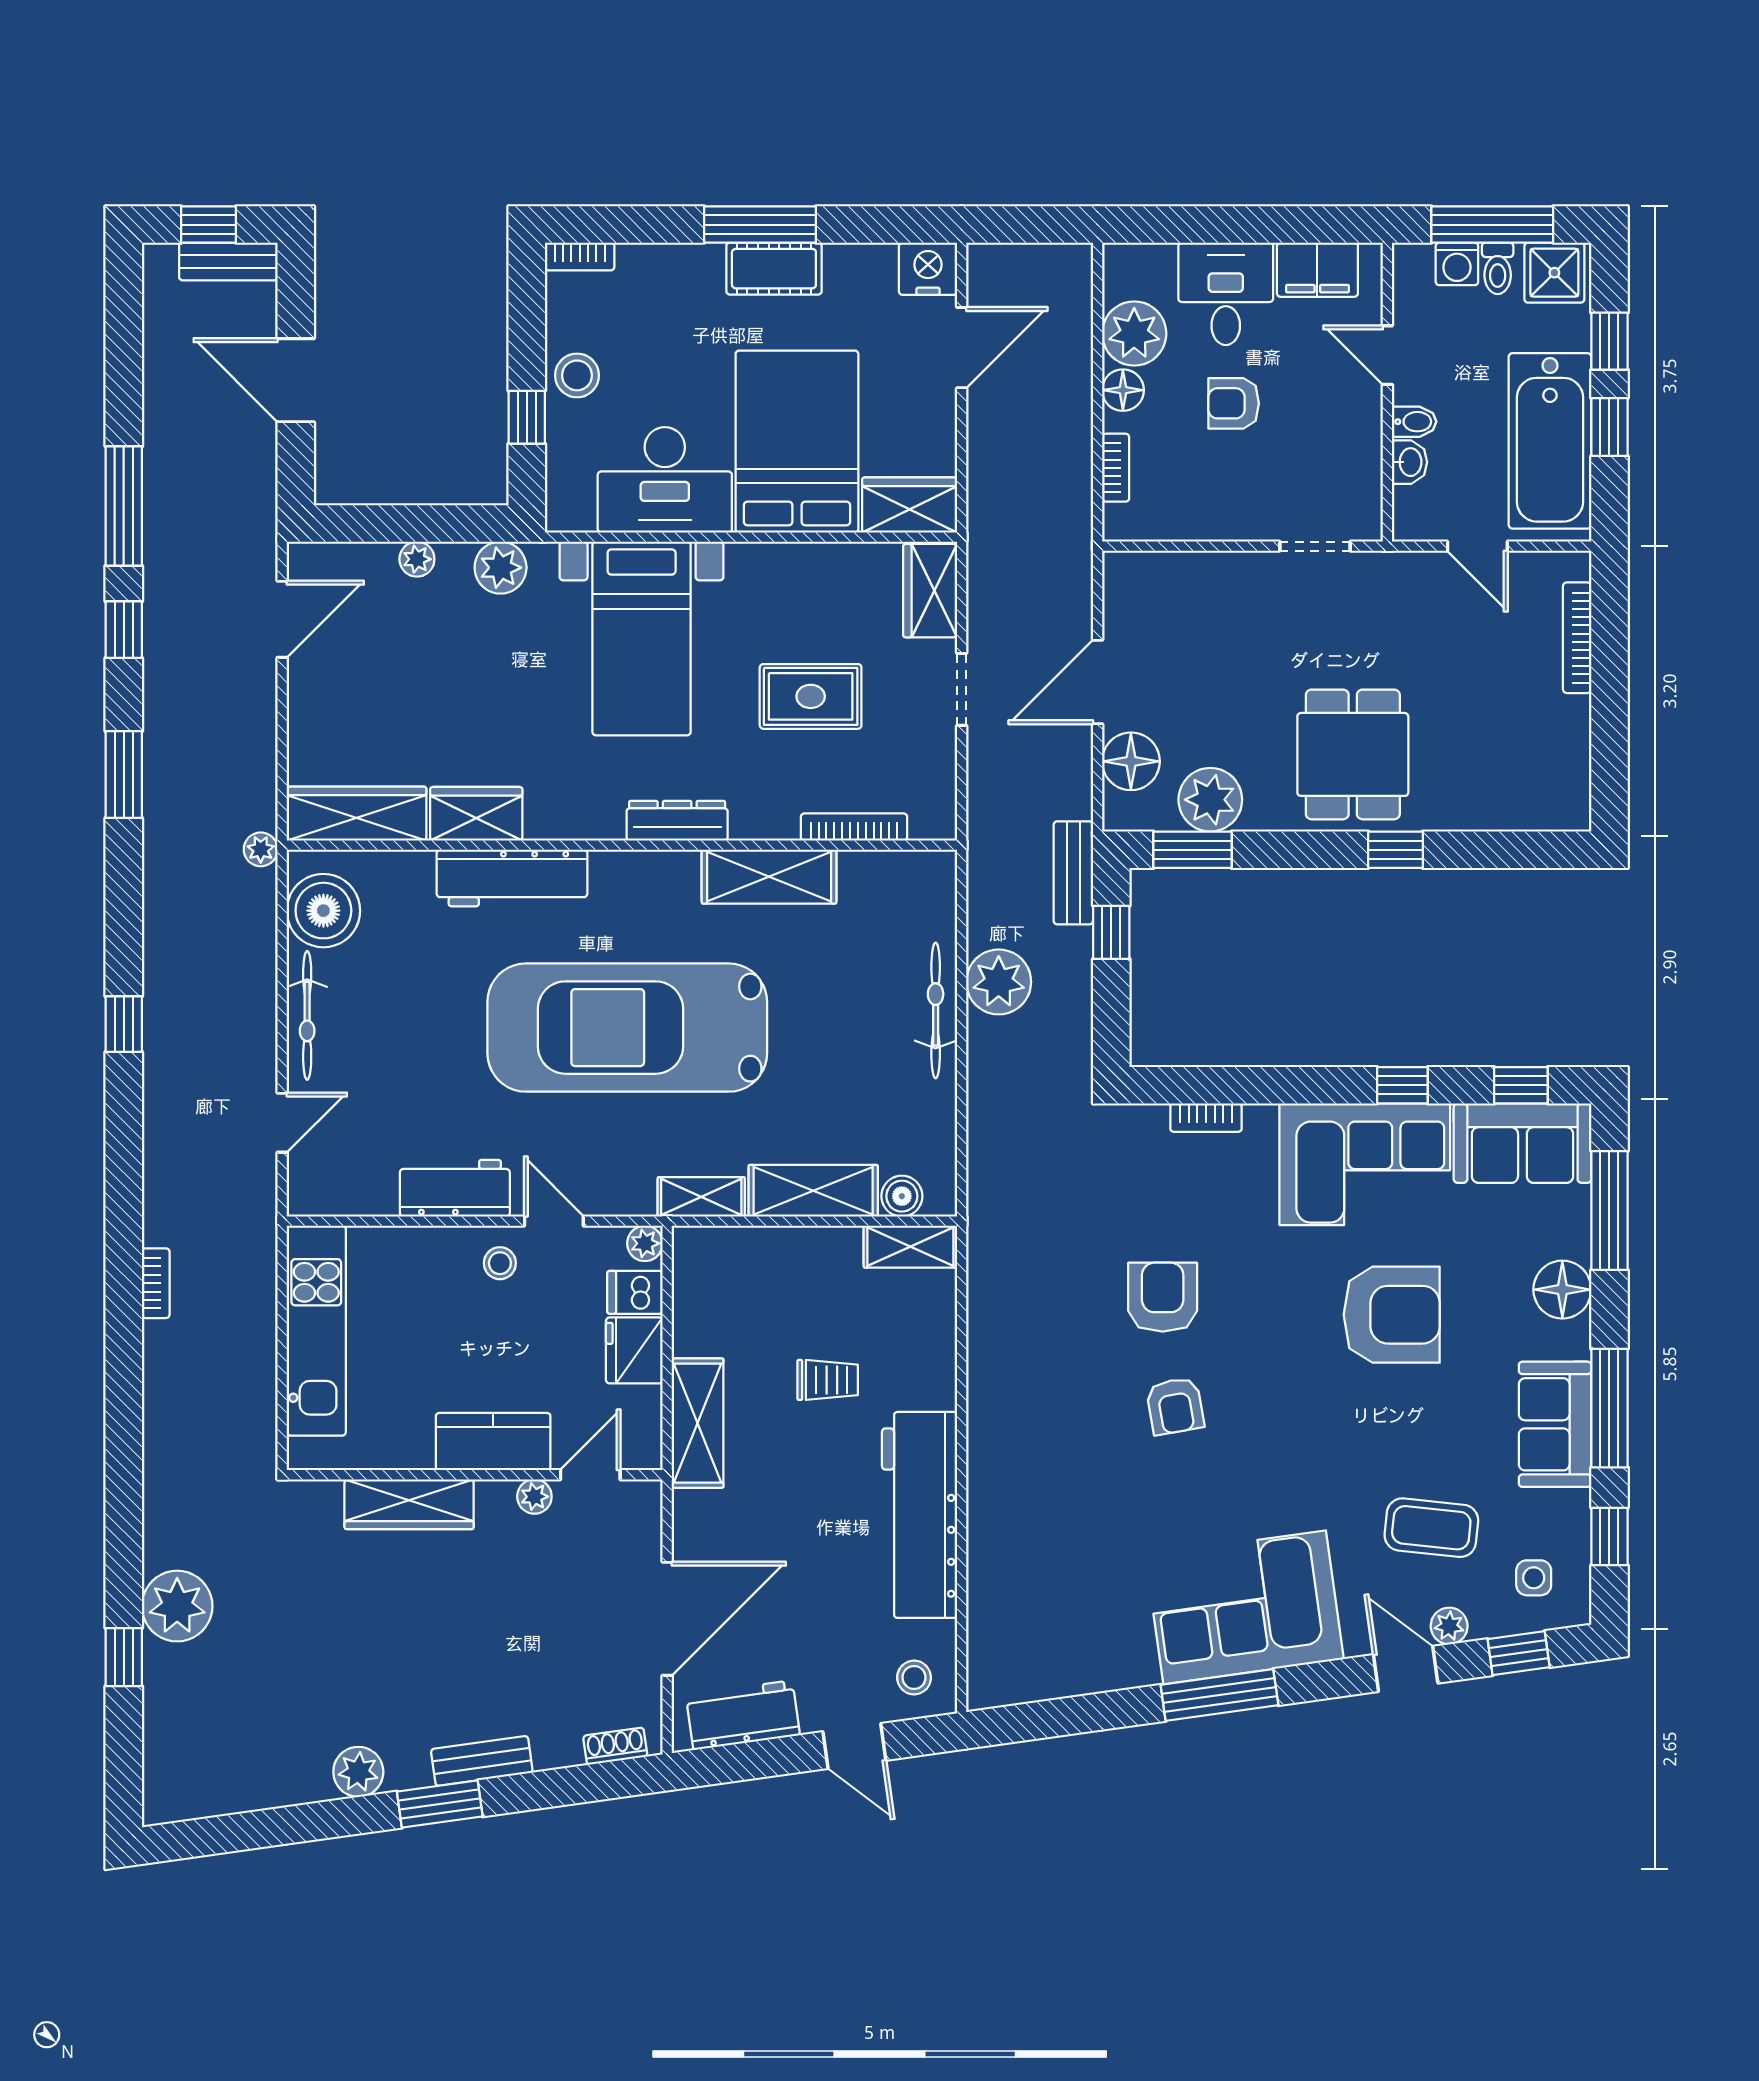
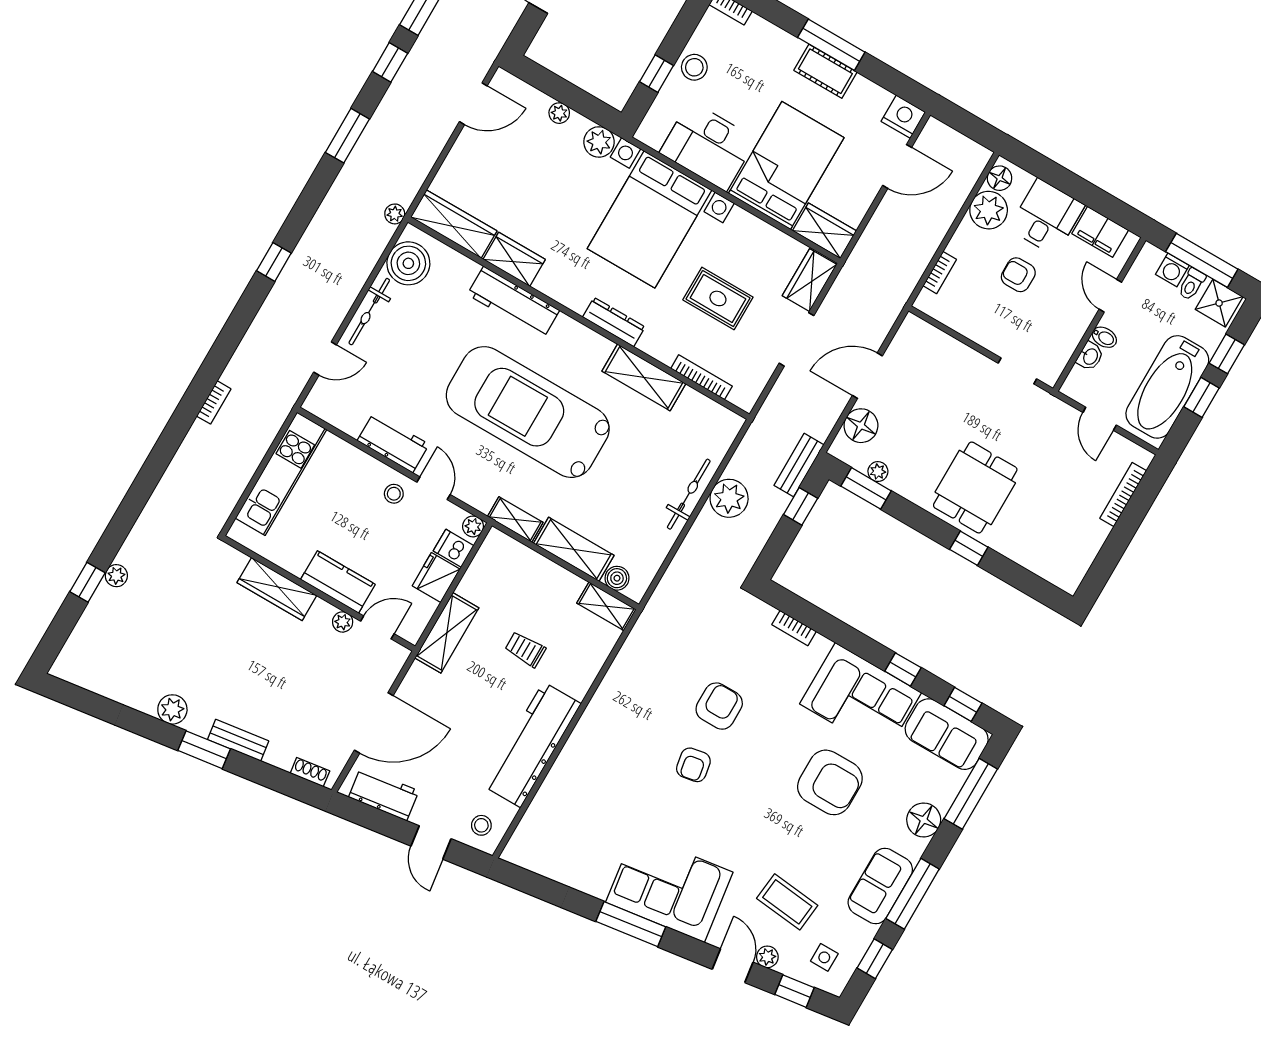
floor lamp: (1123, 390) -> (1000, 178), moved
bed with nightstands: (642, 639) -> (649, 219), width x1.36
doorway: (962, 689) -> (796, 339), width x1.38
plant: (1210, 800) -> (878, 472), width x0.53, depth x0.53
trolley: (828, 1380) -> (525, 649), turned 180
plant: (177, 1606) -> (116, 576), width x0.53, depth x0.53

